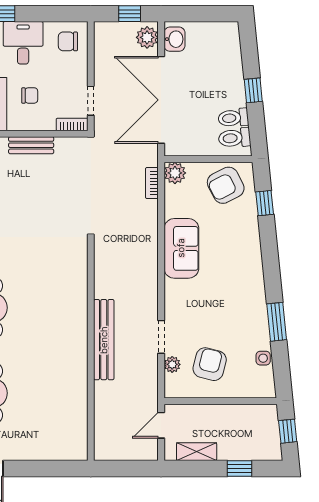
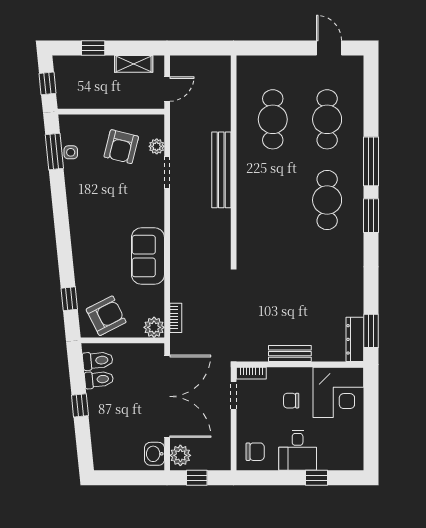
window: (277, 322) -> (54, 151), moved
cafe table: (49, 393) -> (273, 119), added

